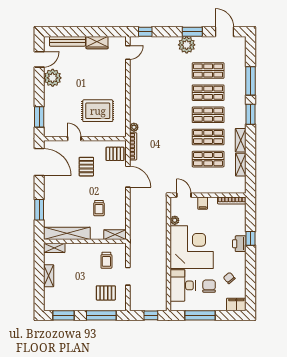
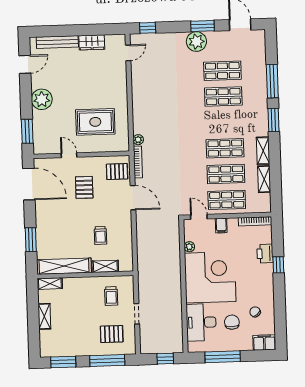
plant: (53, 78) -> (42, 99), moved
shop shelf: (208, 115) -> (227, 200), moved
shelving: (115, 235) -> (105, 266), moved
printer: (239, 244) -> (265, 254), moved

